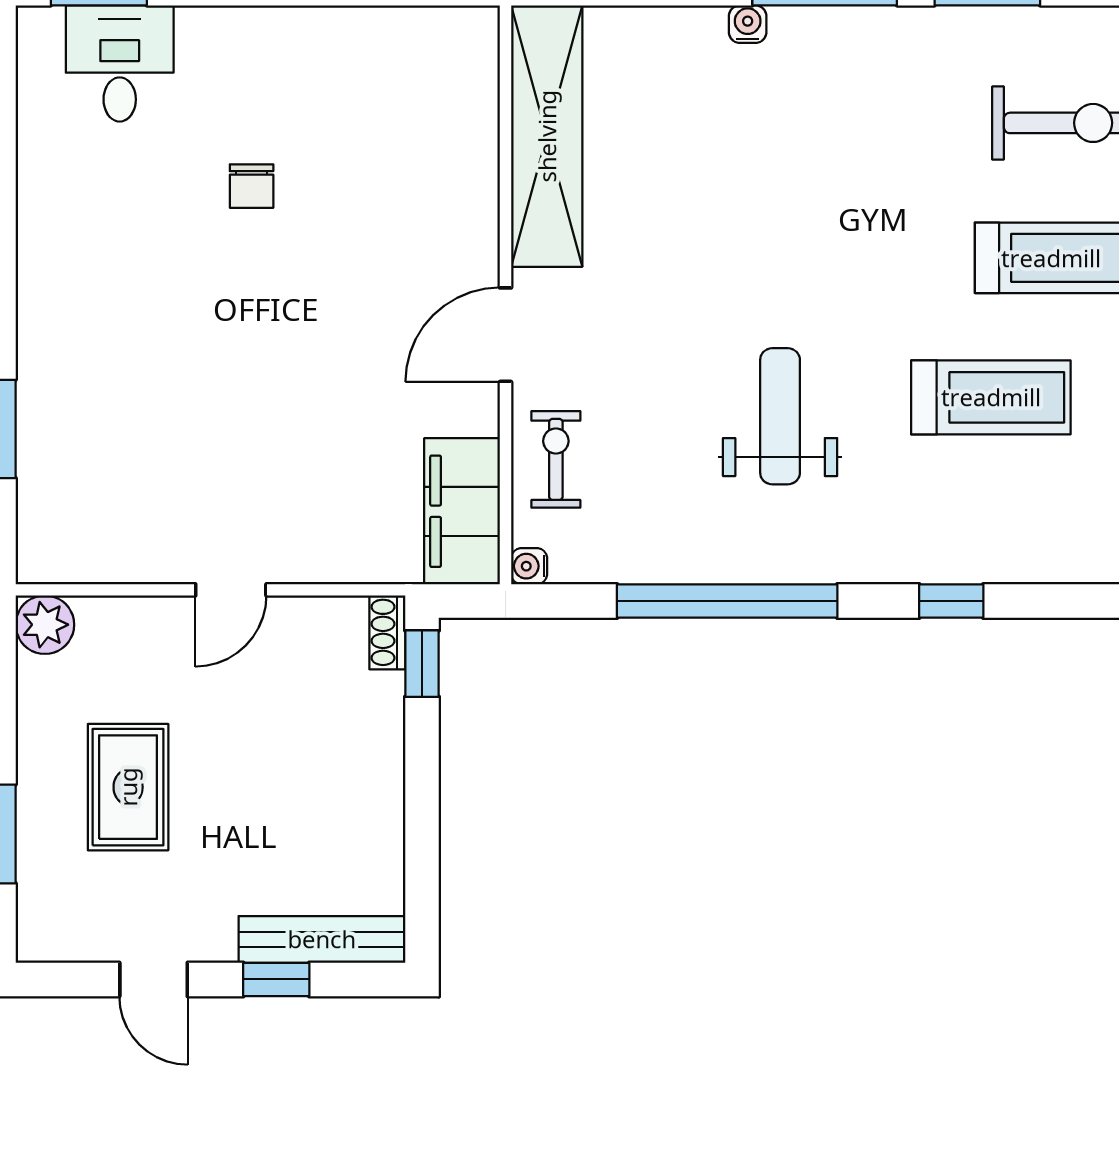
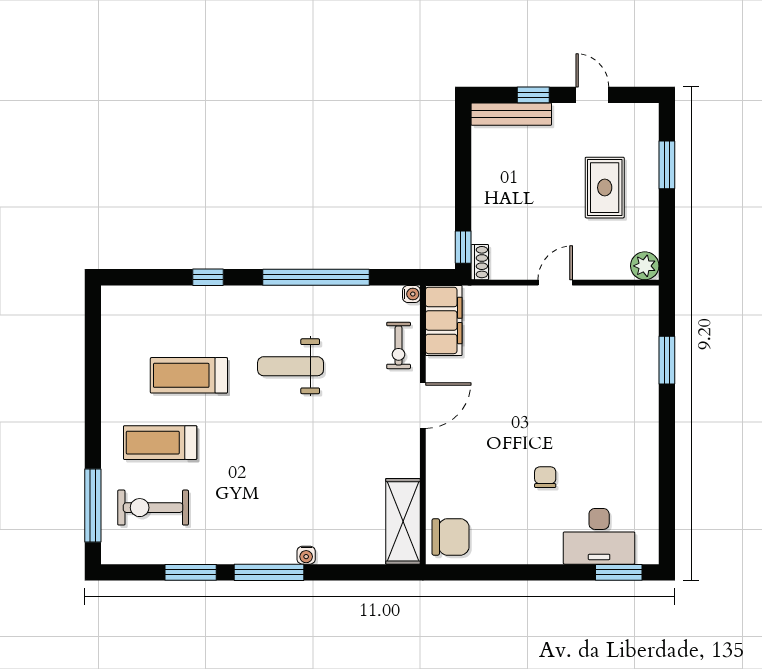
chair: (448, 62) -> (451, 537), added
desk: (120, 63) -> (599, 536), width x1.37
shelving: (547, 136) -> (403, 521), width x0.68
weight bench: (780, 416) -> (291, 366), turned 90

